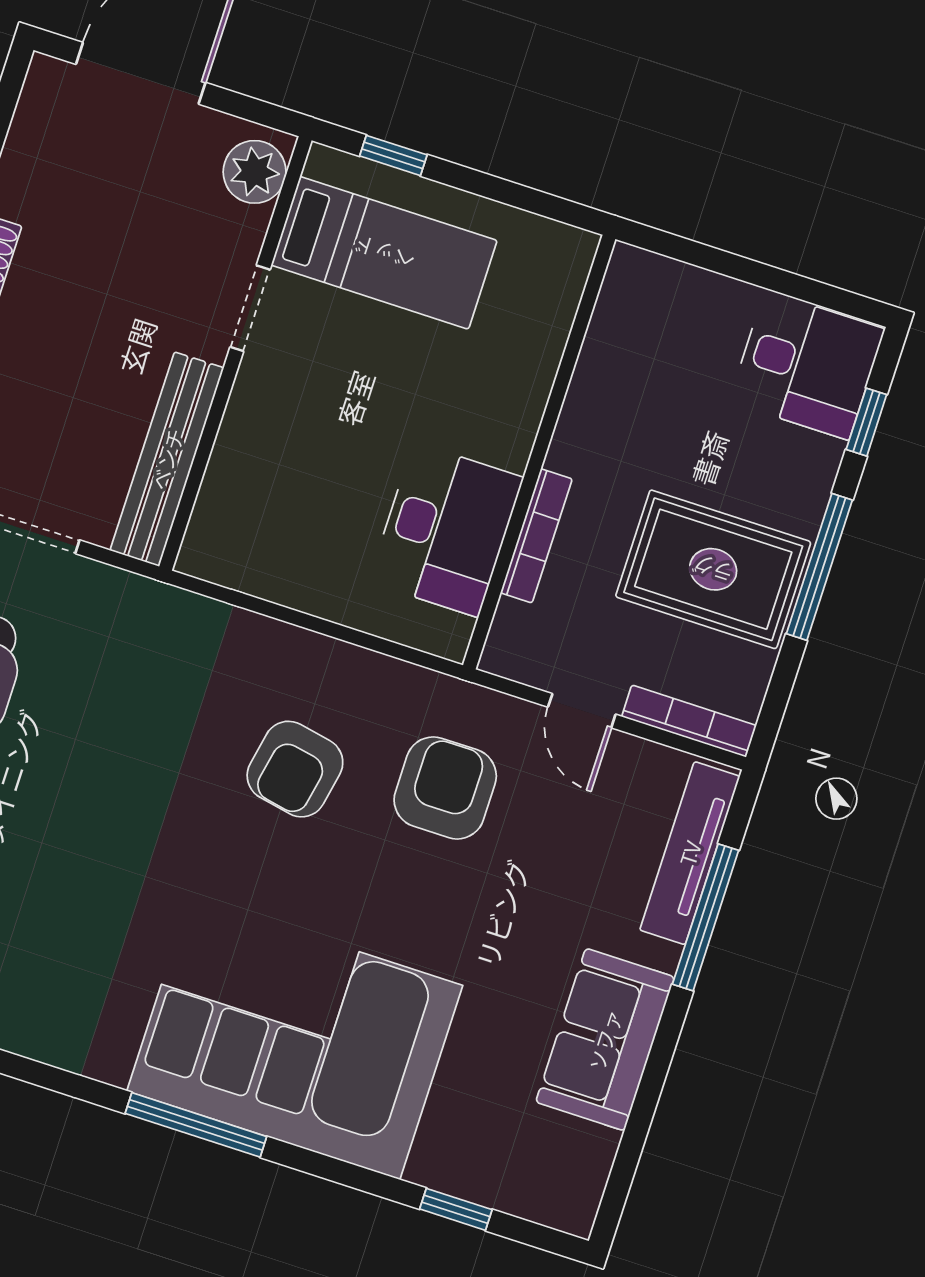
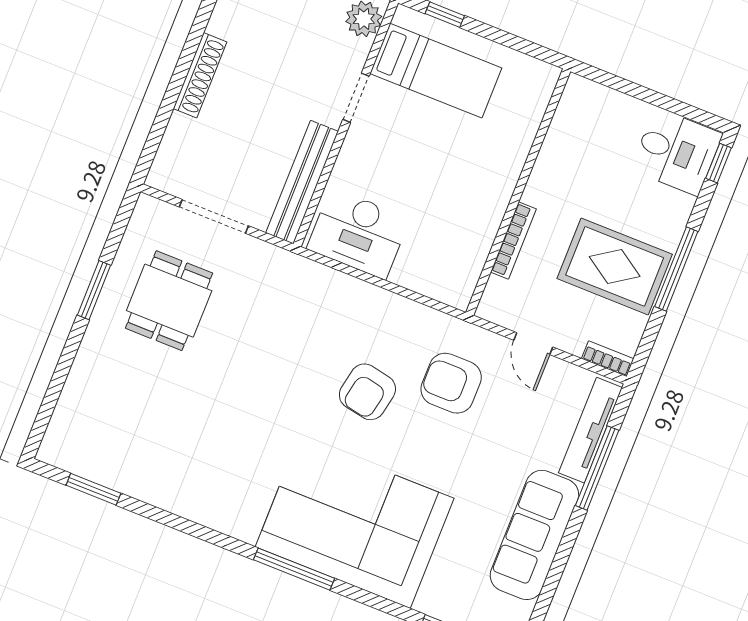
window: (866, 422) -> (718, 163), moved
desk: (446, 530) -> (358, 233), moved, turned 90
bookcase: (689, 721) -> (608, 359), width x0.64
armchair: (295, 769) -> (367, 392), moved
armchair: (445, 788) -> (451, 383), turned -90
sofa: (605, 1040) -> (534, 535), width x1.36

